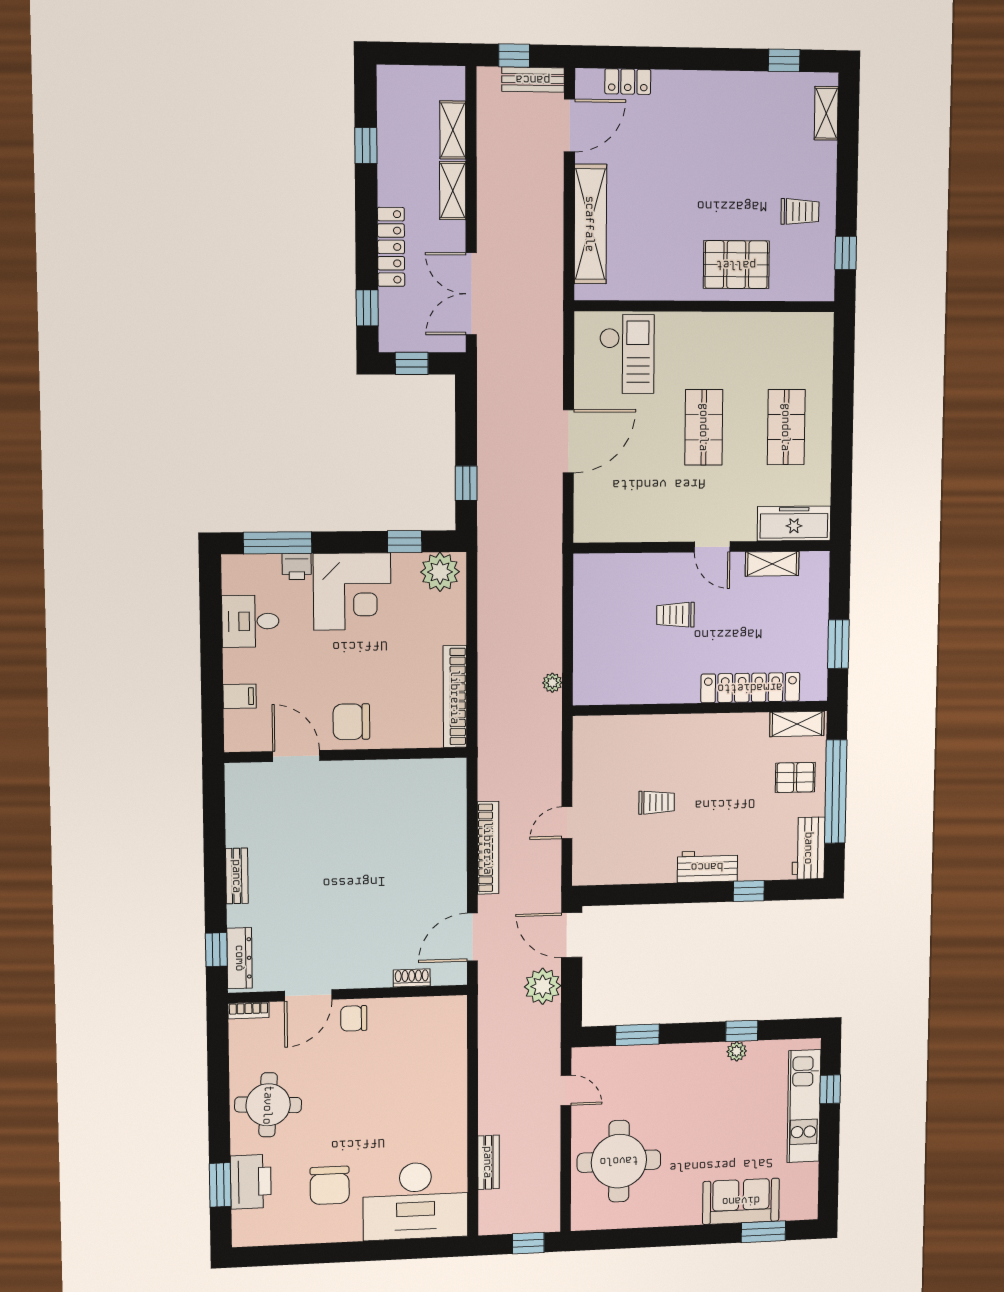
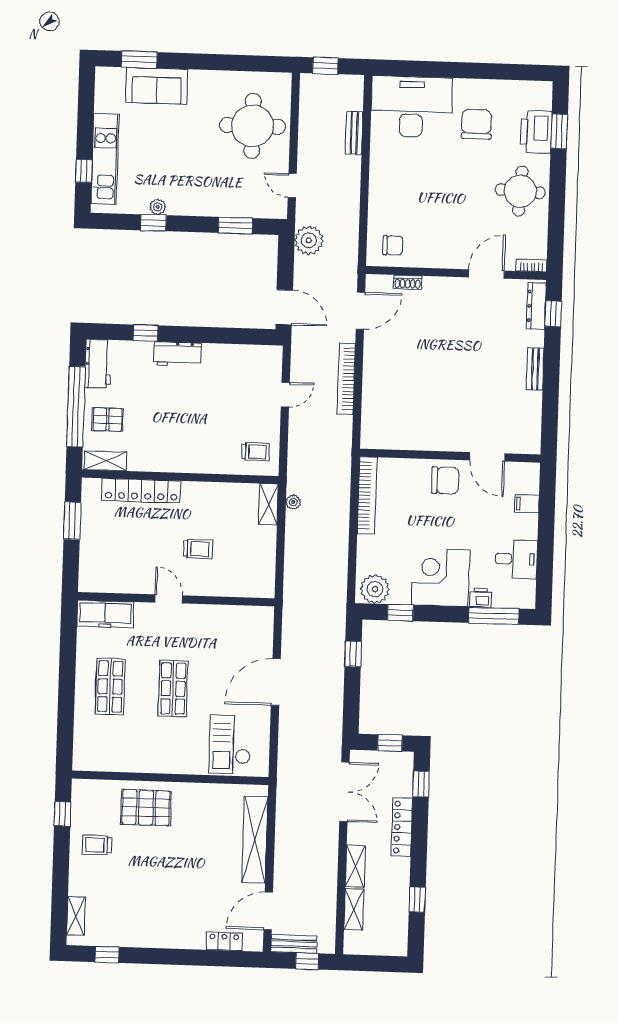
shelving: (772, 564) -> (268, 504), moved, turned 90
trolley: (657, 802) -> (255, 452), moved, turned 180
plant: (543, 986) -> (309, 240), moved
chair: (354, 1018) -> (393, 245), moved

